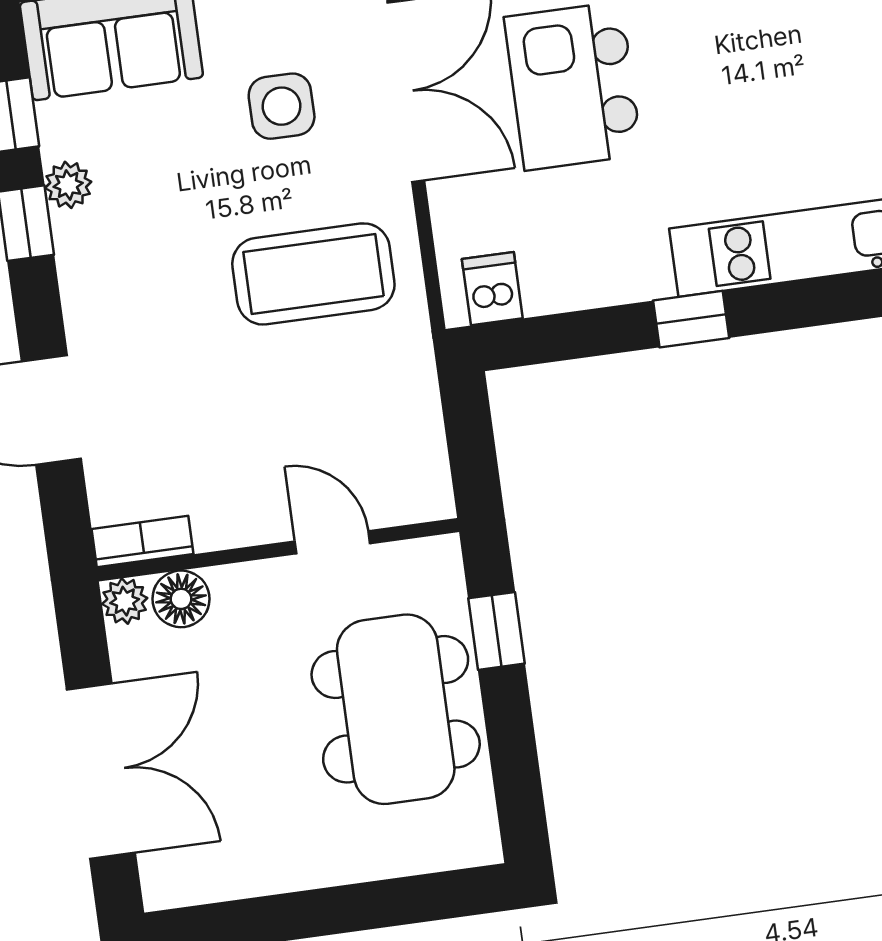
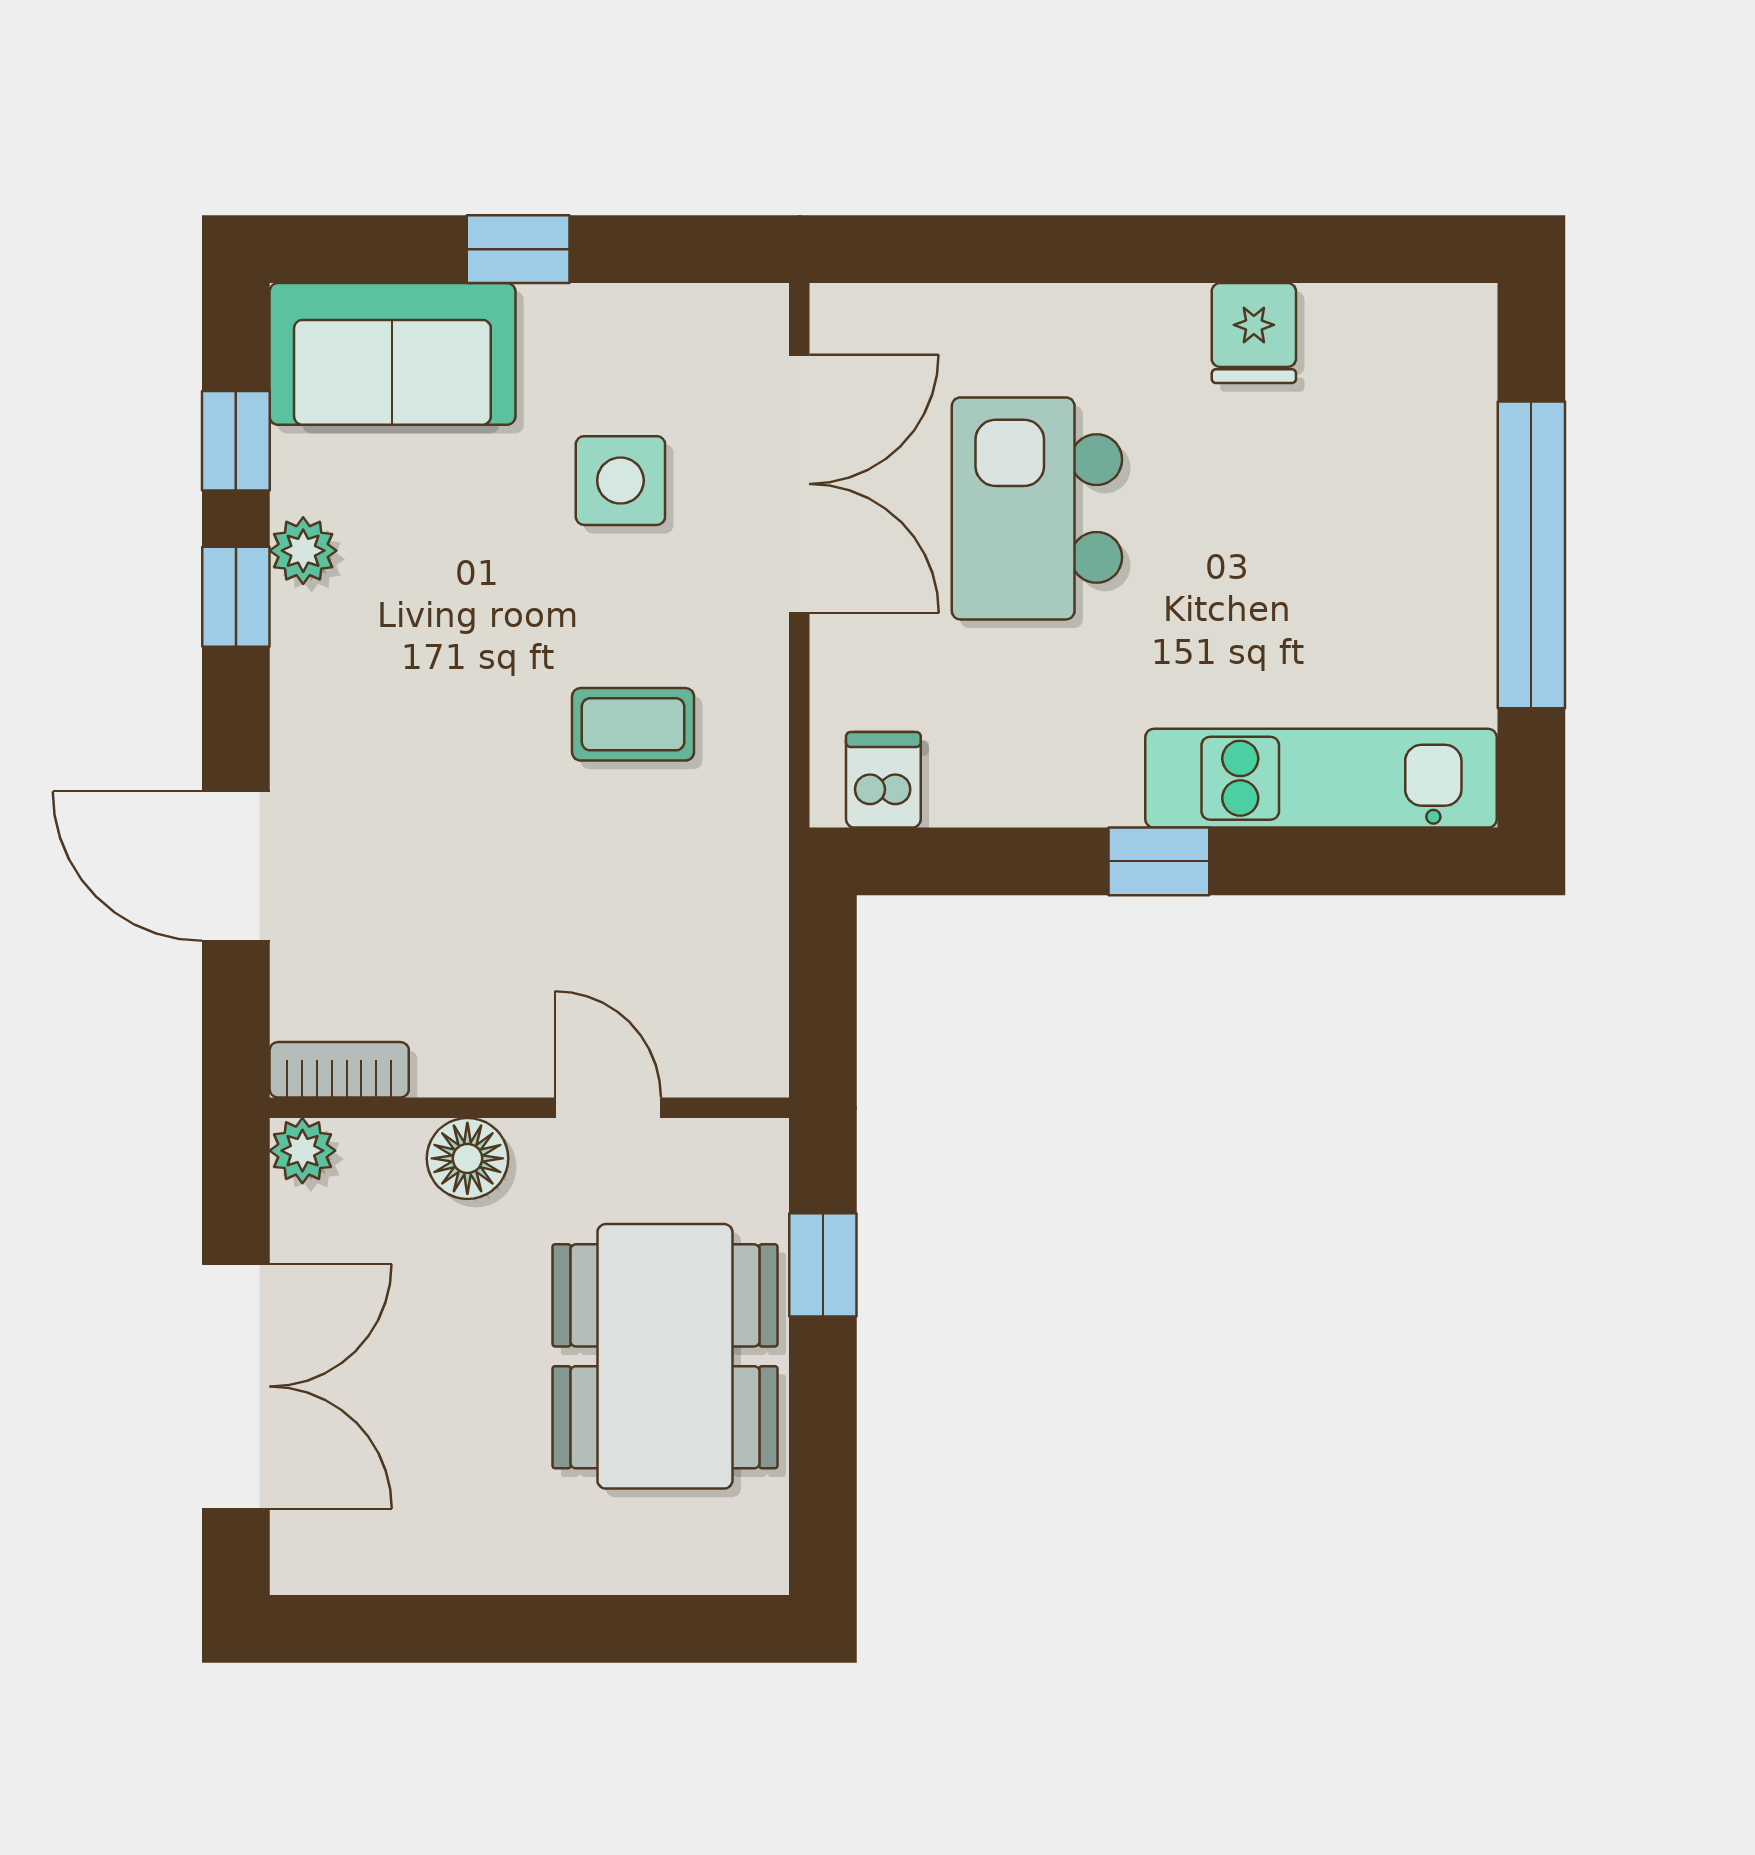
coffee table: (313, 274) -> (633, 724), width x0.54, depth x0.58
floor lamp: (181, 599) -> (467, 1158), moved

